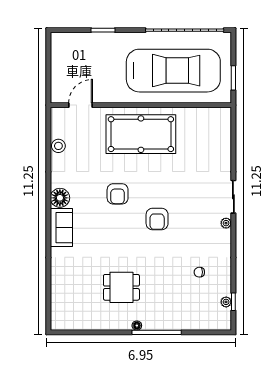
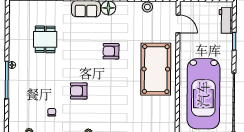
workbench: (75, 41) -> (226, 20), added
armchair: (157, 219) -> (79, 91), moved
dining table: (121, 287) -> (45, 39), moved

